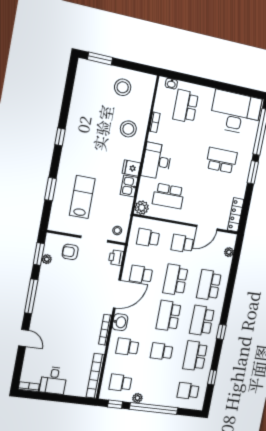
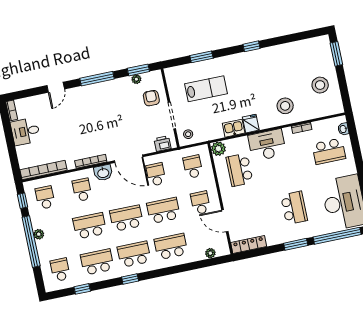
school desk: (186, 106) -> (329, 151), turned 180
school desk: (162, 351) -> (90, 226), width x1.85
plant: (137, 398) -> (39, 234), moved

